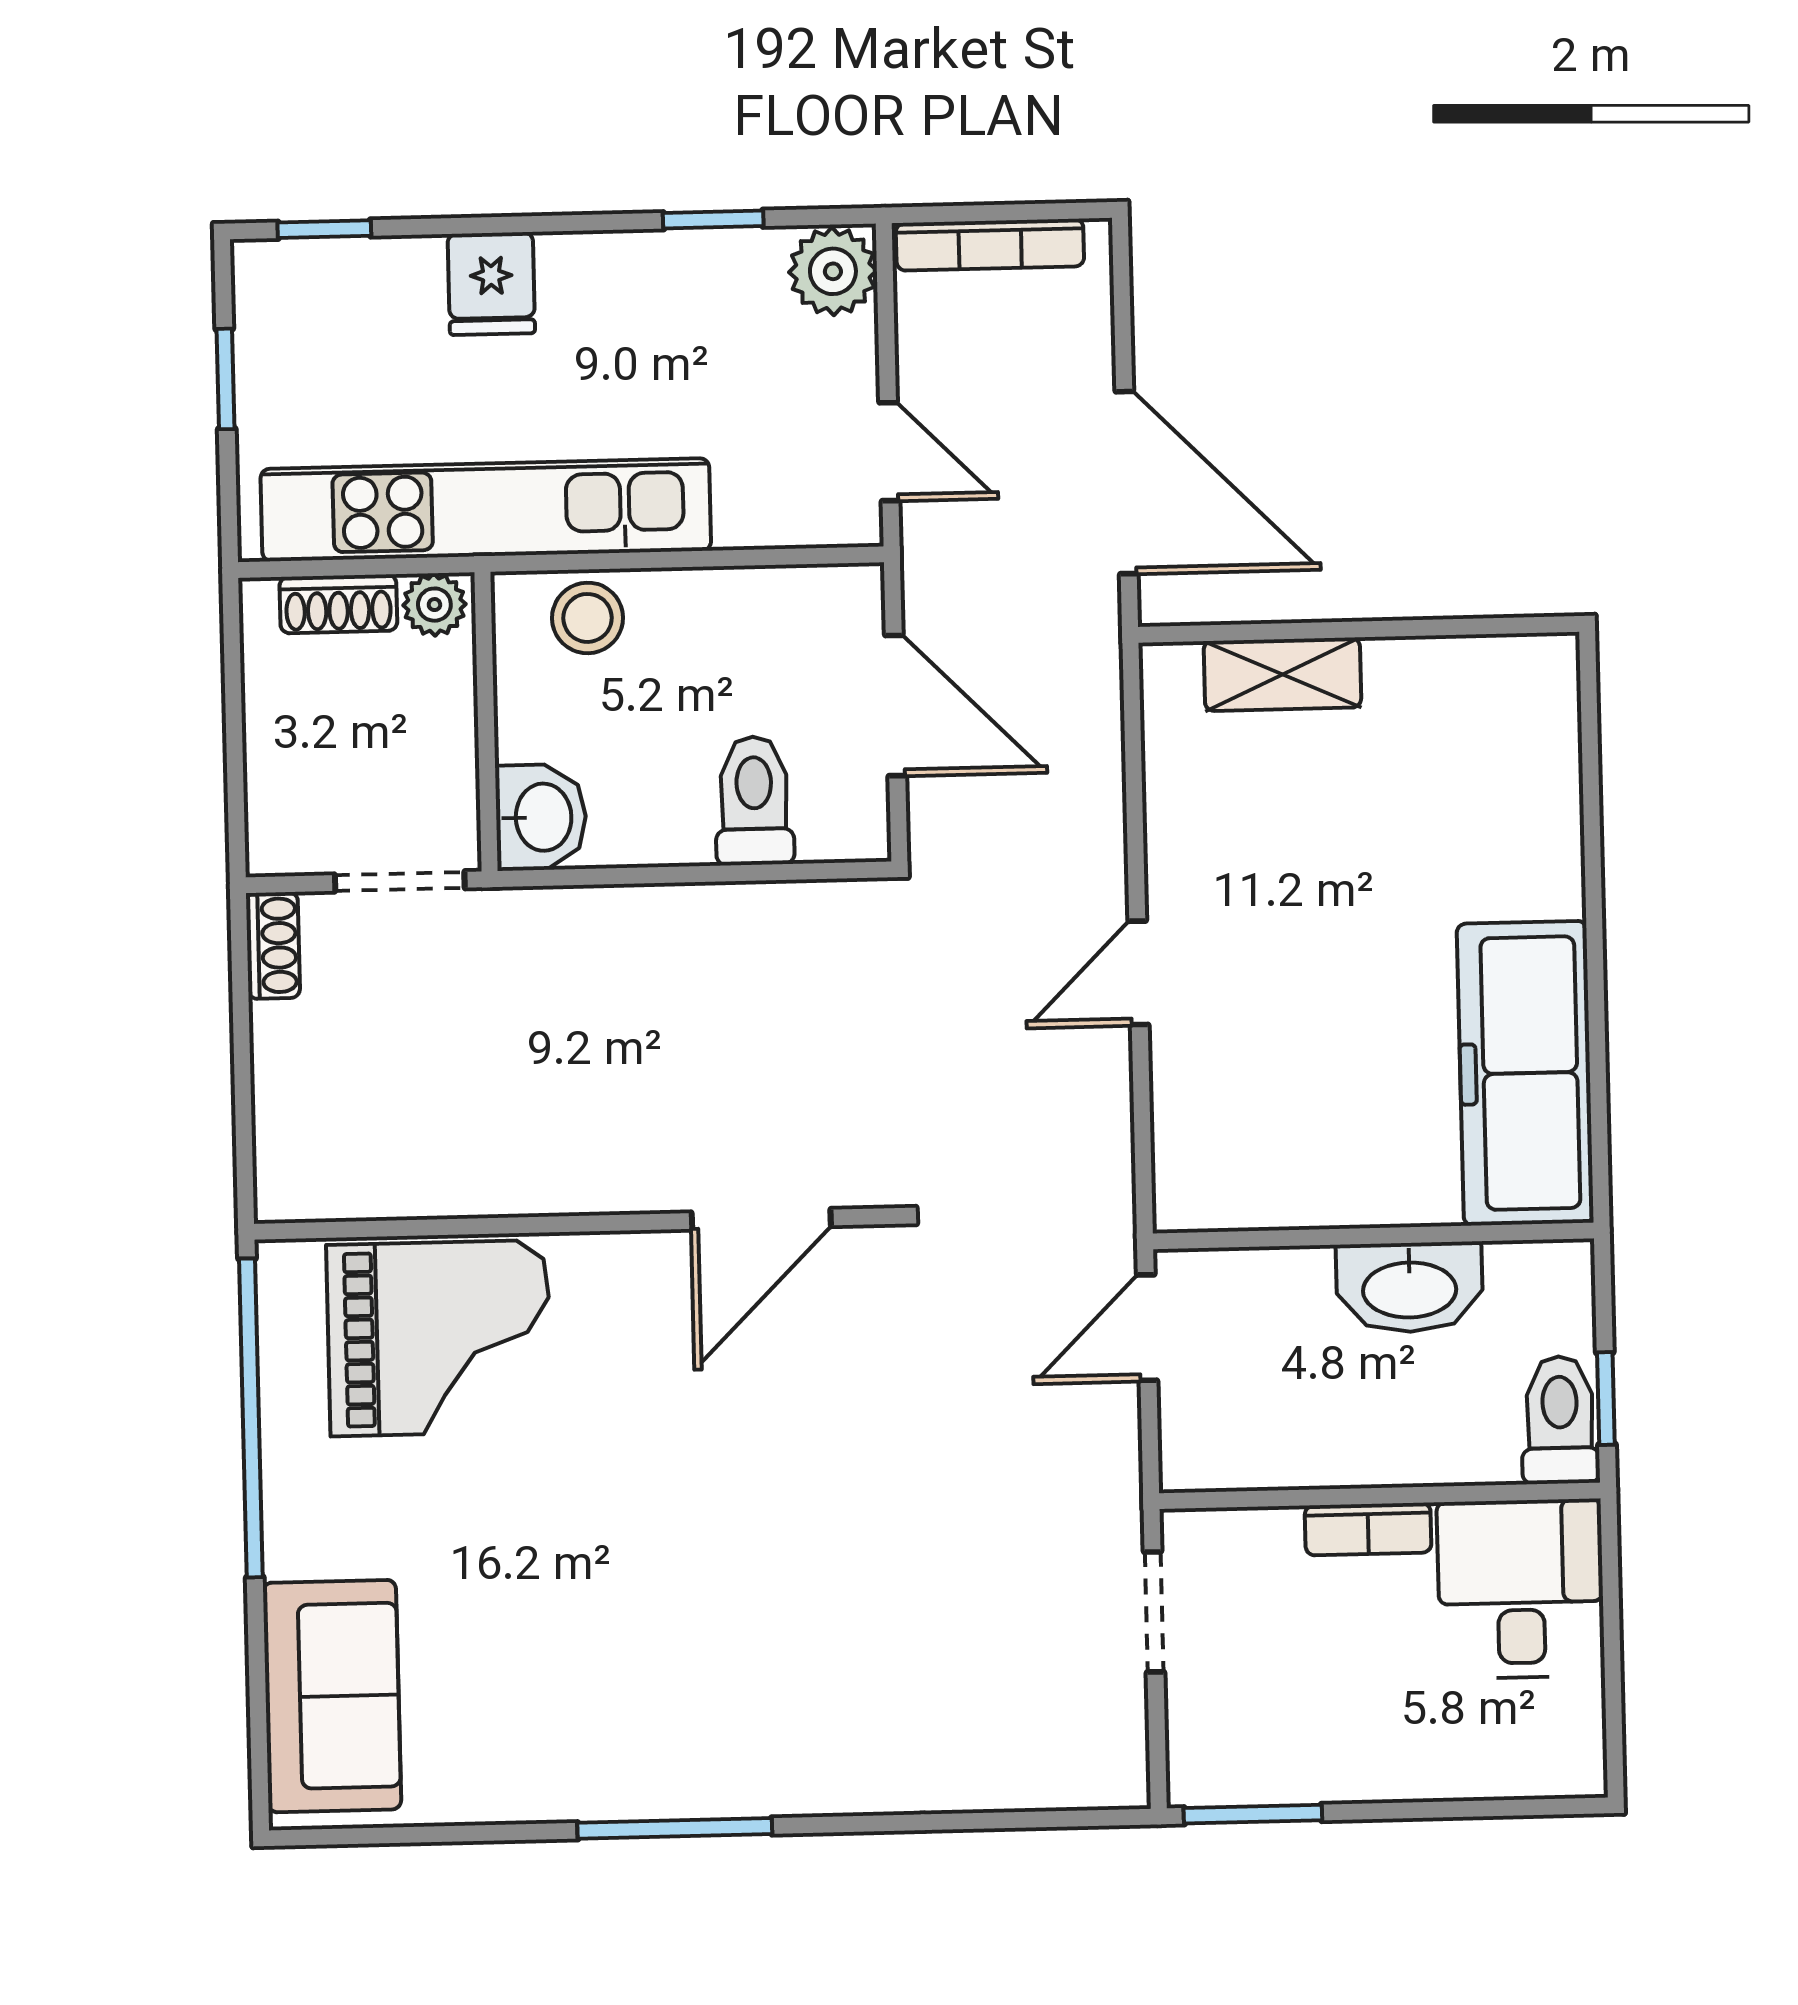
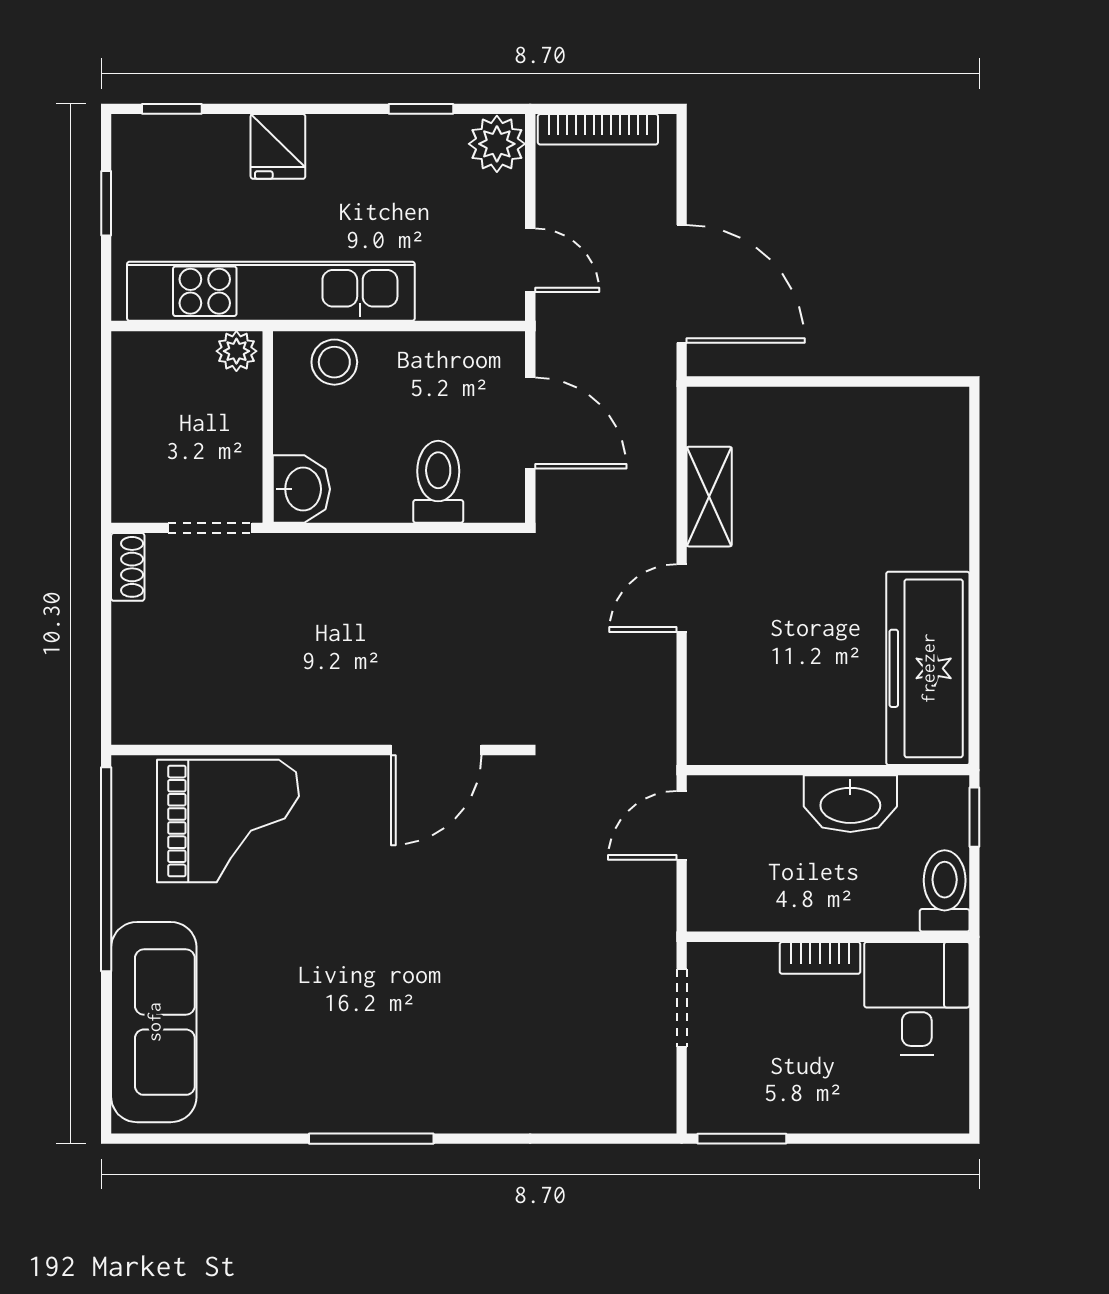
shoe rack: (338, 604) -> (175, 349), removed
shelving: (1282, 674) -> (709, 497), moved, turned 90
window: (1606, 1399) -> (974, 817), moved
sofa: (332, 1696) -> (154, 1022), width x1.36

